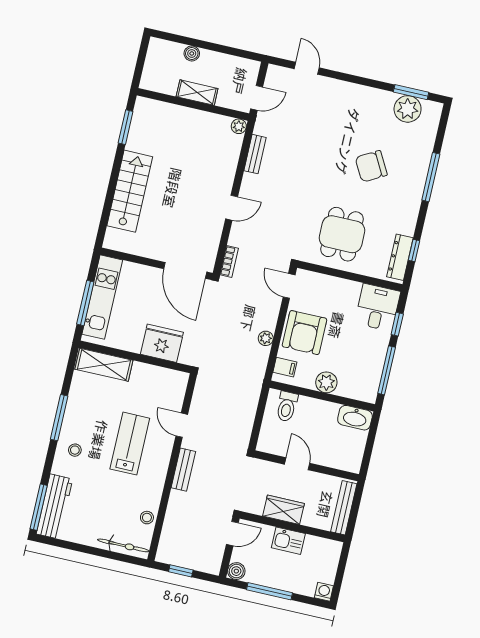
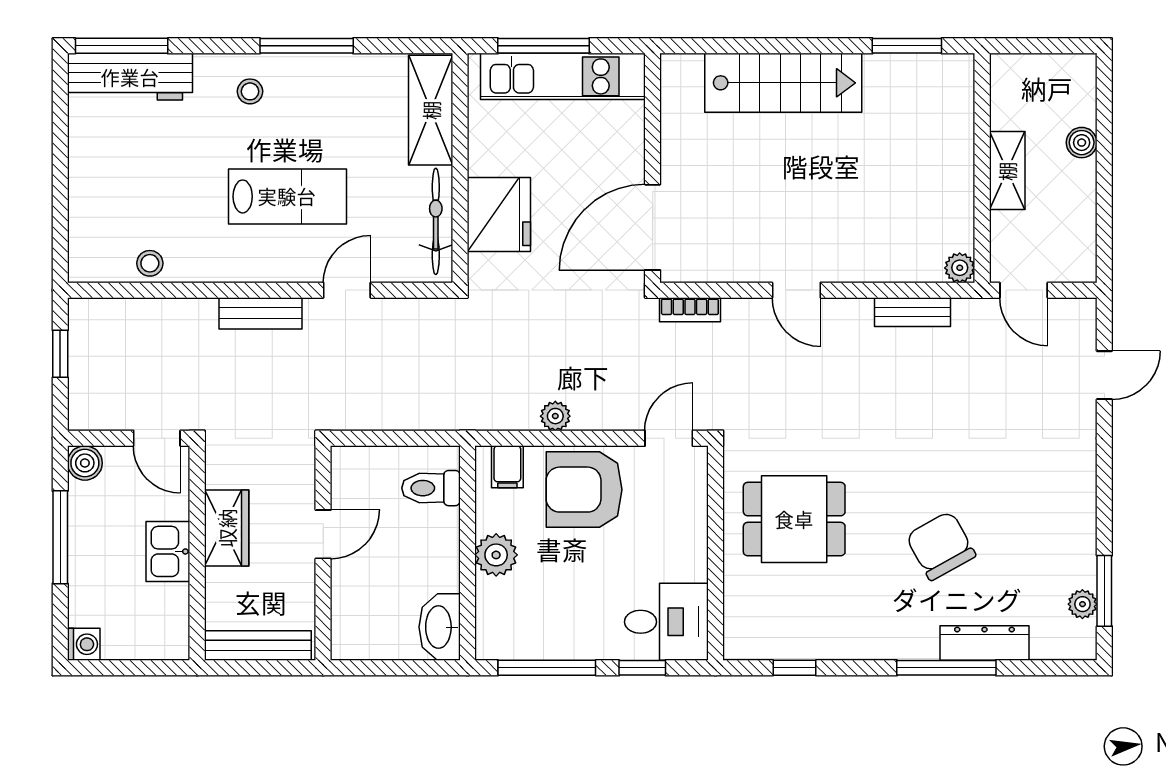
plant: (408, 109) -> (1082, 604), width x0.53, depth x0.53
dresser: (400, 257) -> (984, 643), moved
bicycle: (123, 545) -> (436, 221), moved, turned 180

